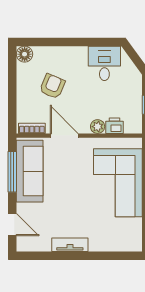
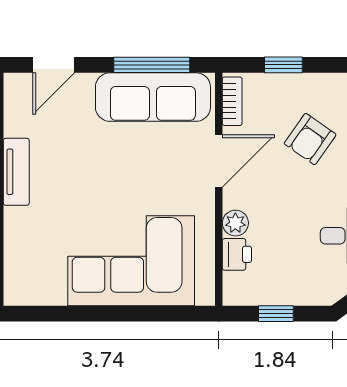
armchair: (52, 86) -> (310, 139), turned 102
window: (12, 101) -> (283, 65), added

